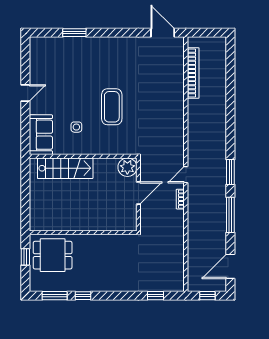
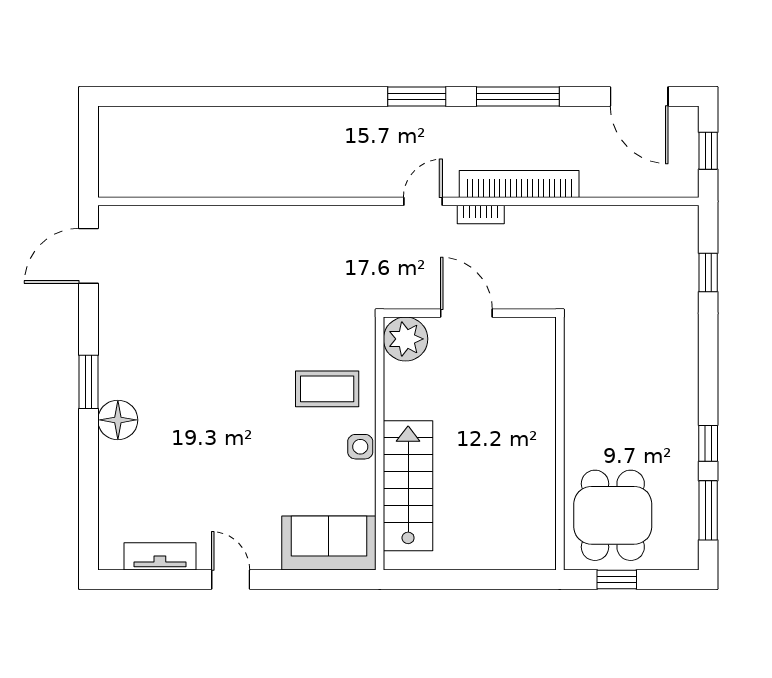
window: (74, 33) -> (89, 382), moved
floor lamp: (93, 45) -> (118, 420), added
tv unit: (35, 63) -> (160, 556), added
bookcase: (193, 73) -> (519, 184), moved
coffee table: (112, 107) -> (327, 389), moved, width x0.73, depth x0.76
side table: (76, 127) -> (360, 447), moved
door: (186, 175) -> (423, 201), swing flipped

